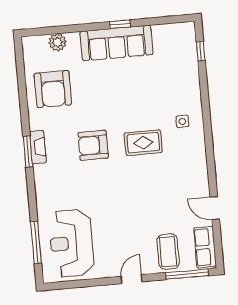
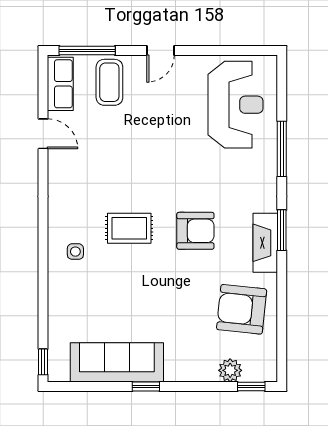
window: (40, 31) -> (251, 387), added
sofa: (116, 43) -> (117, 362), moved
window: (201, 51) -> (43, 362), moved
armchair: (53, 89) -> (242, 309), turned -84
fireplace: (38, 147) -> (265, 243), width x1.37, depth x1.32
window: (36, 242) -> (282, 149), moved

